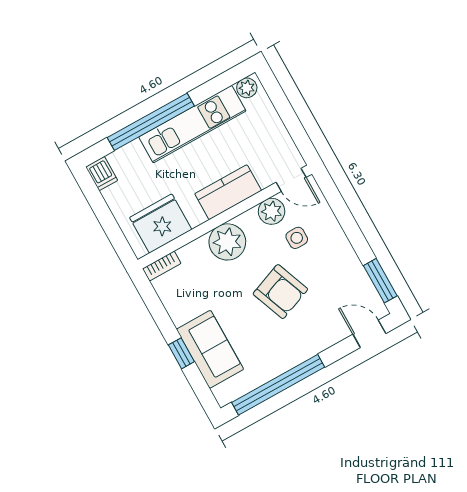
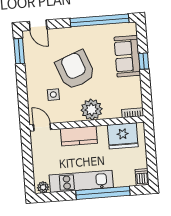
plant: (272, 211) -> (60, 115), removed
armchair: (280, 292) -> (75, 70), width x1.36, depth x1.36

